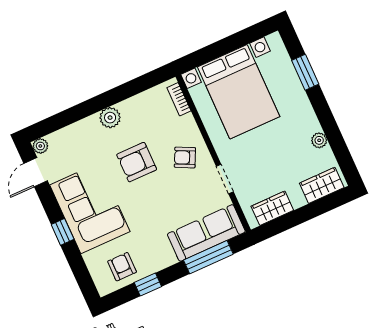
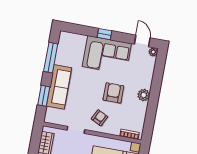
sofa: (206, 233) -> (59, 87), moved
window: (208, 257) -> (44, 96), width x0.69
armchair: (122, 267) -> (68, 51), removed
window: (148, 284) -> (51, 58), width x2.17

